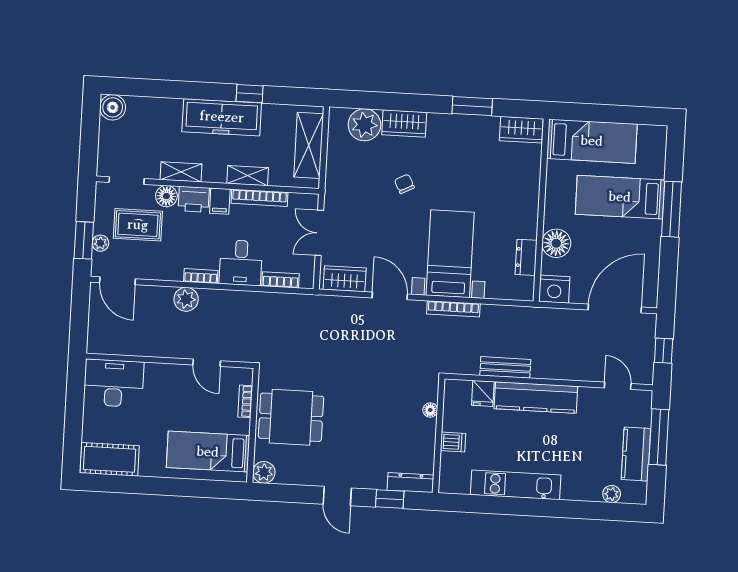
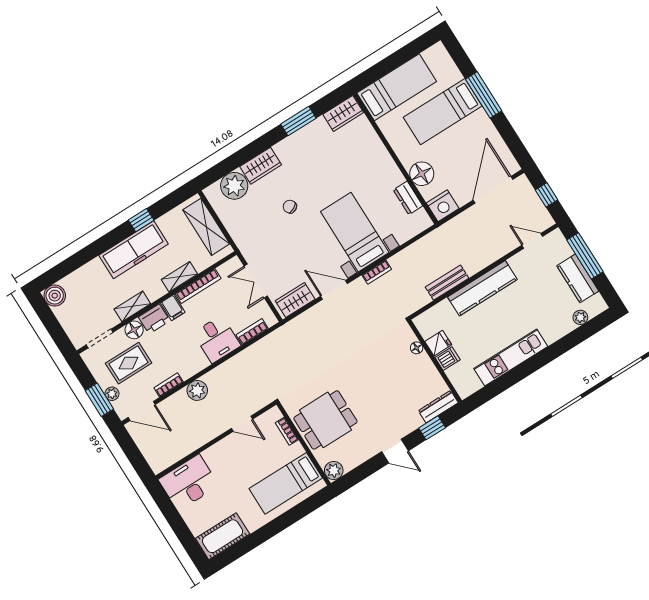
bookcase: (201, 276) -> (169, 385), moved
bookcase: (453, 309) -> (377, 272), width x0.64
fridge: (483, 393) -> (438, 343), moved, turned -90

